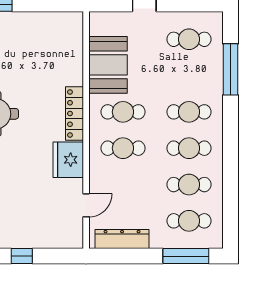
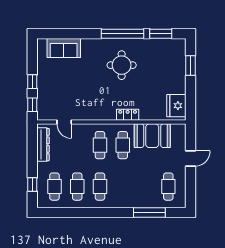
cafe table: (189, 112) -> (123, 187), removed
locker: (74, 113) -> (128, 115), width x0.66
fridge: (68, 160) -> (176, 106), moved, turned -90
window: (59, 256) -> (32, 105), added
window: (186, 256) -> (32, 185), width x0.46

